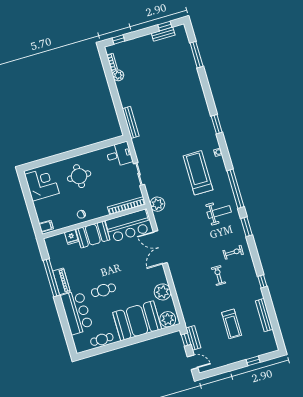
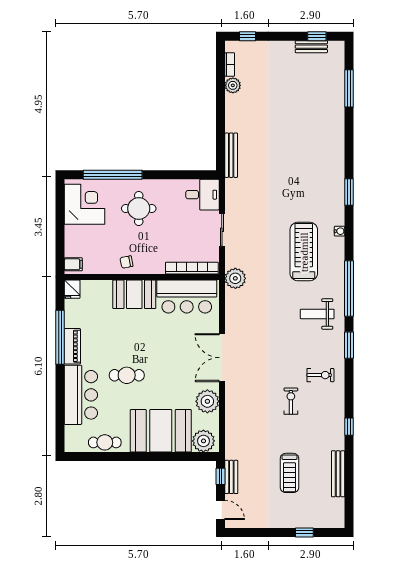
window: (55, 159) -> (113, 175), added
weight bench: (219, 212) -> (317, 314), turned 180
fridge: (71, 237) -> (72, 289), moved
double door: (160, 247) -> (222, 358), moved

